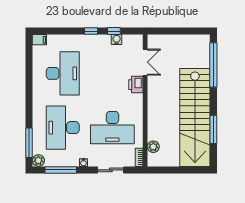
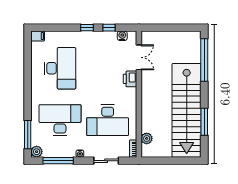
water cooler: (117, 40) -> (122, 36), moved
desk: (63, 128) -> (60, 120), turned 90

